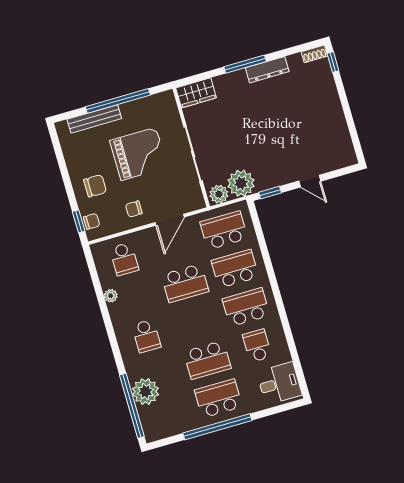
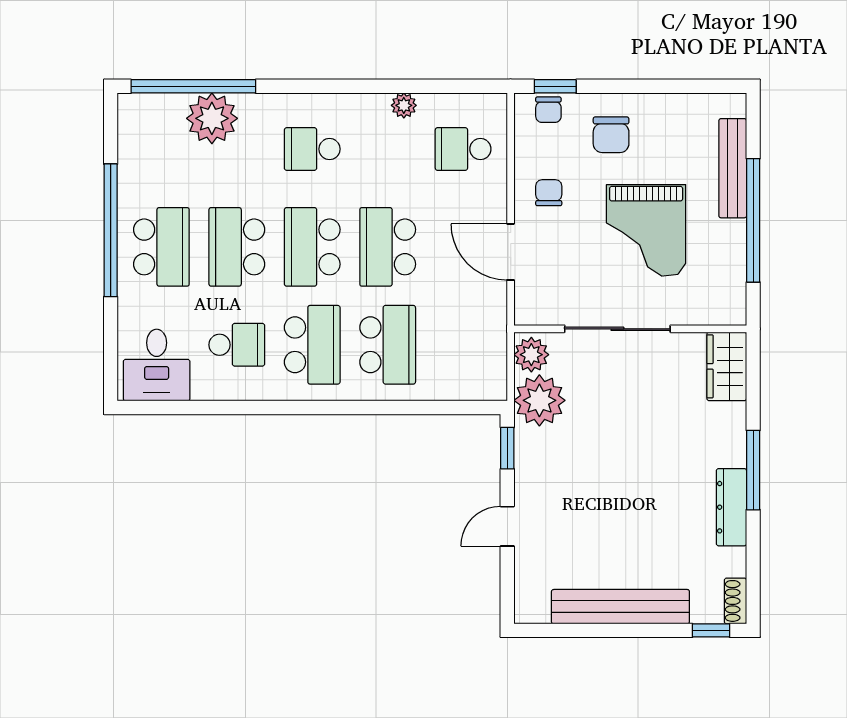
bench: (334, 112) -> (620, 607), added
school desk: (224, 230) -> (312, 247), moved, turned 180

